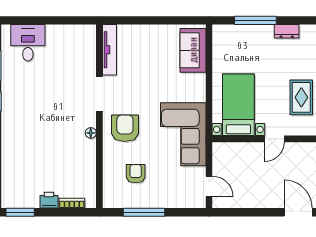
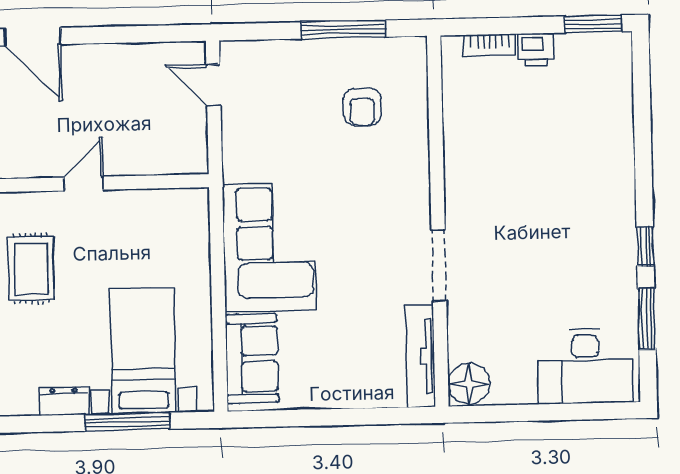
desk: (28, 43) -> (586, 366), width x1.37
bed with nightstands: (238, 105) -> (143, 351), moved, turned 180
armchair: (125, 128) -> (386, 198), removed
floor lamp: (91, 133) -> (469, 384), moved, width x1.89, depth x1.89
corner sofa: (183, 134) -> (269, 247), moved

